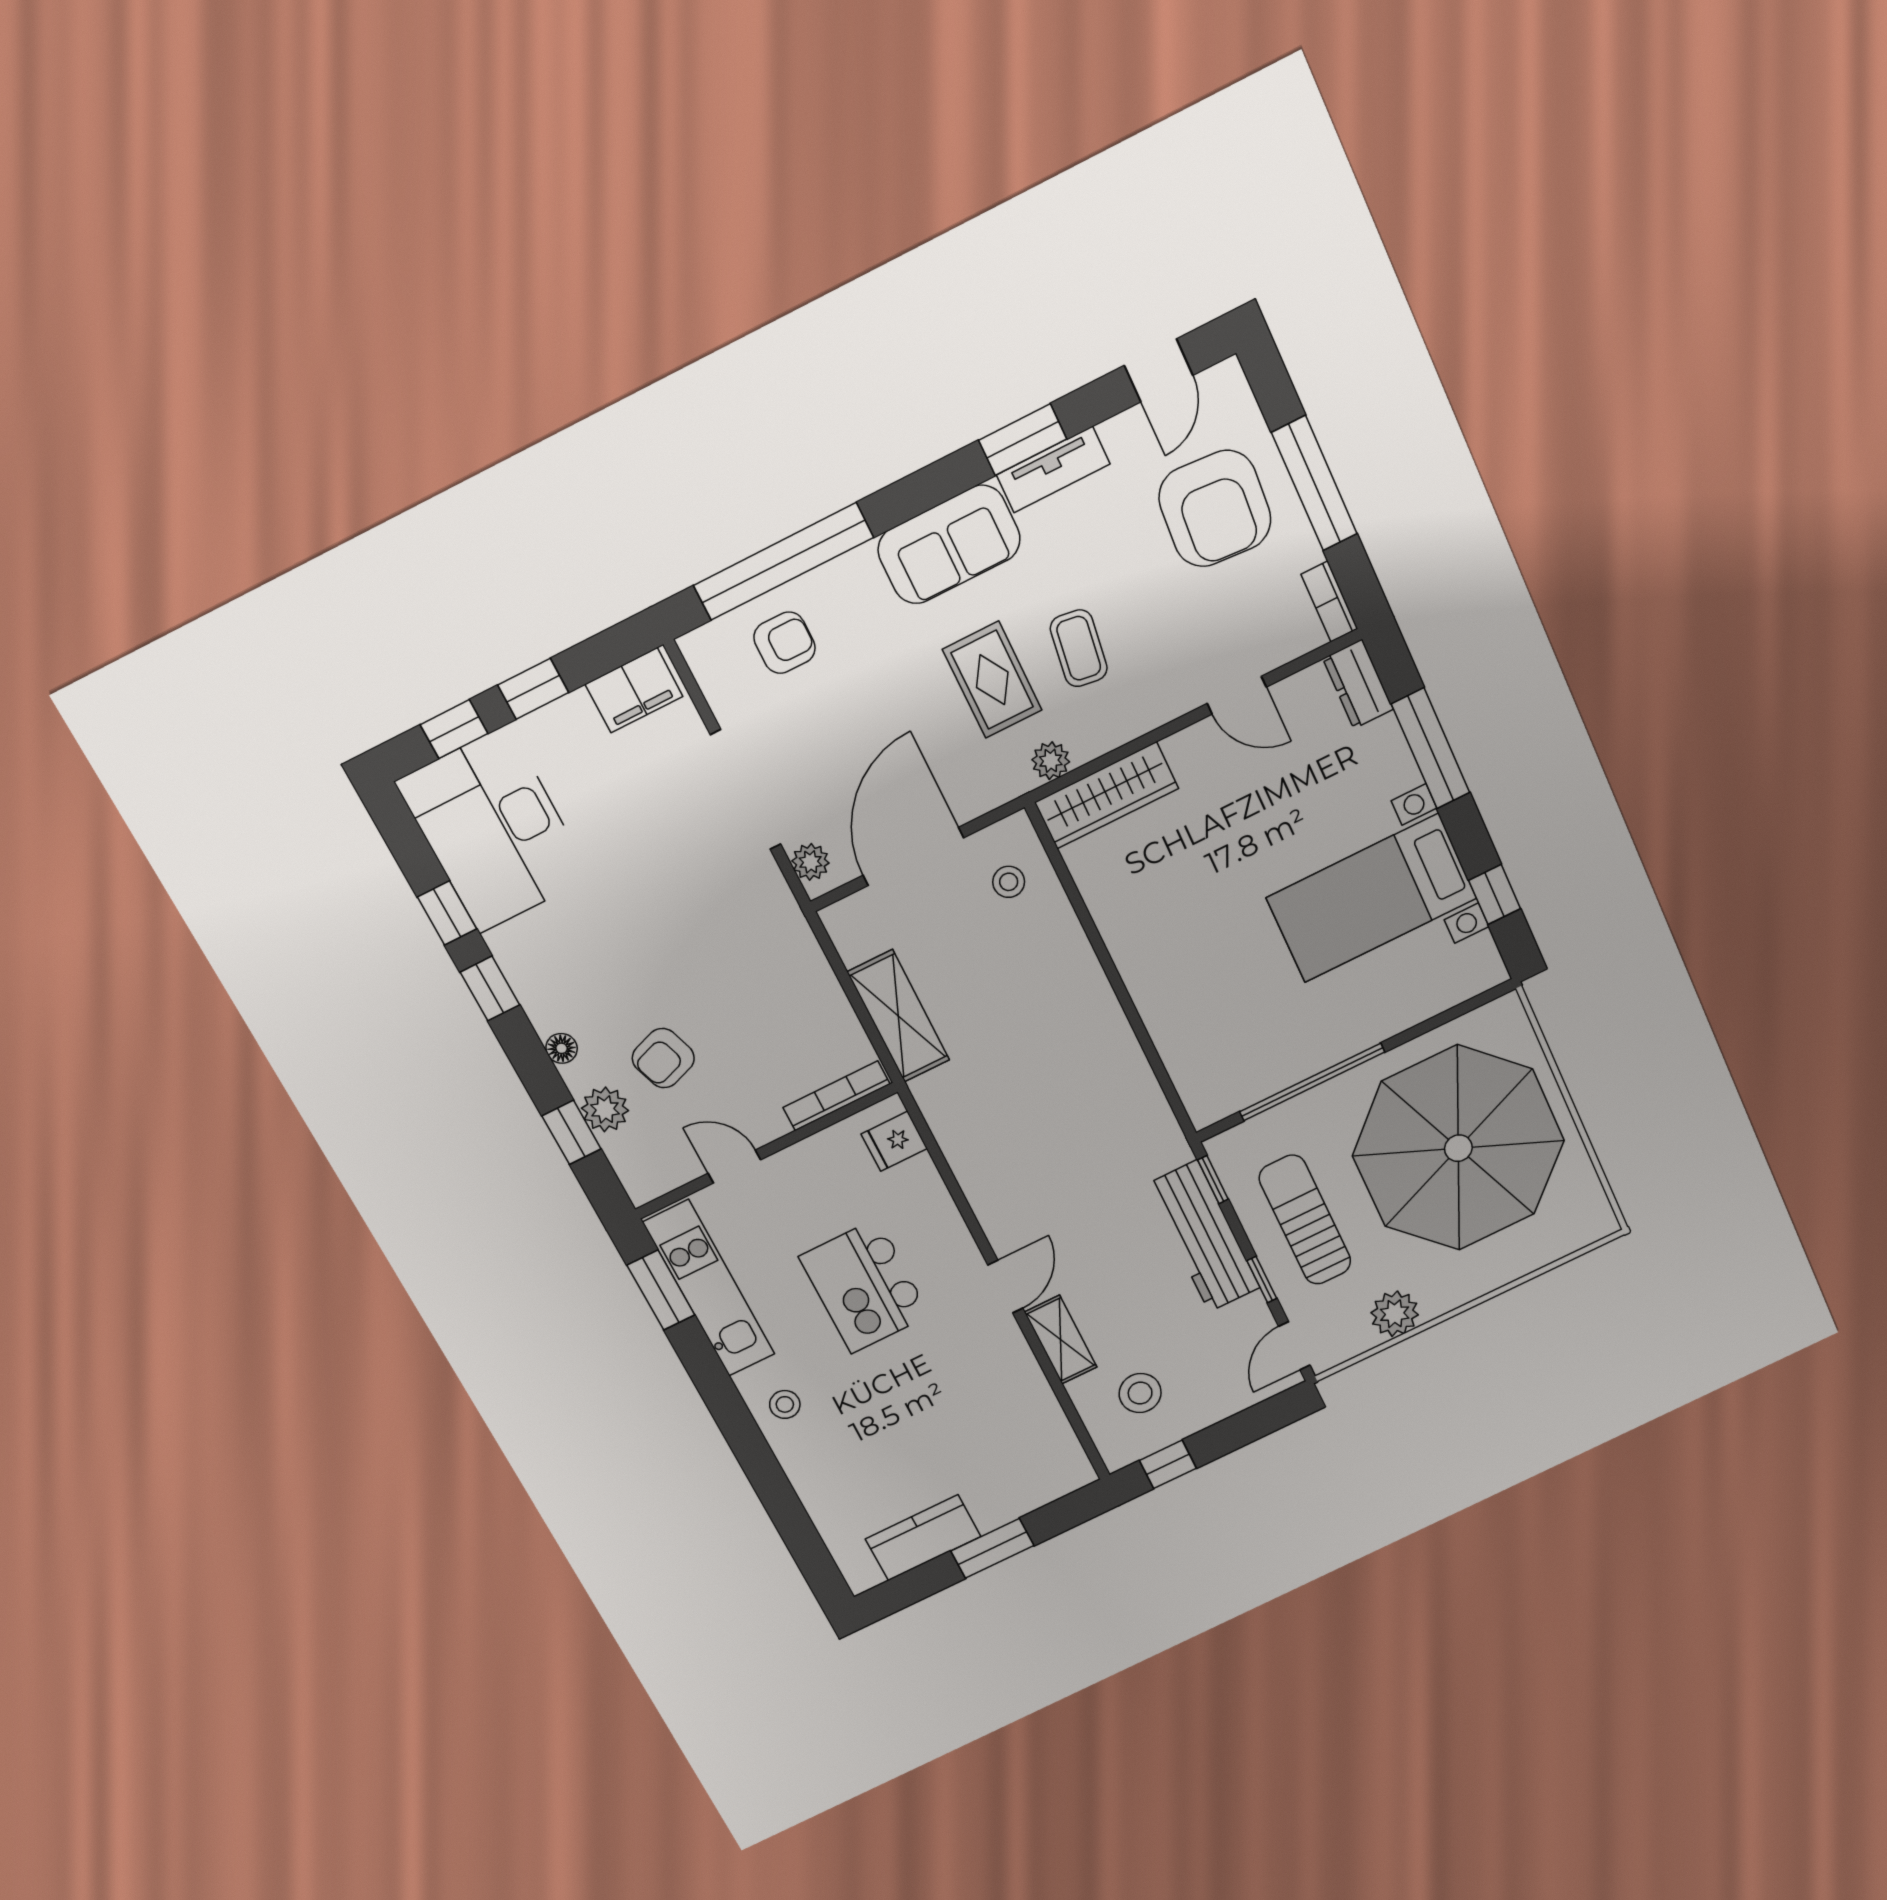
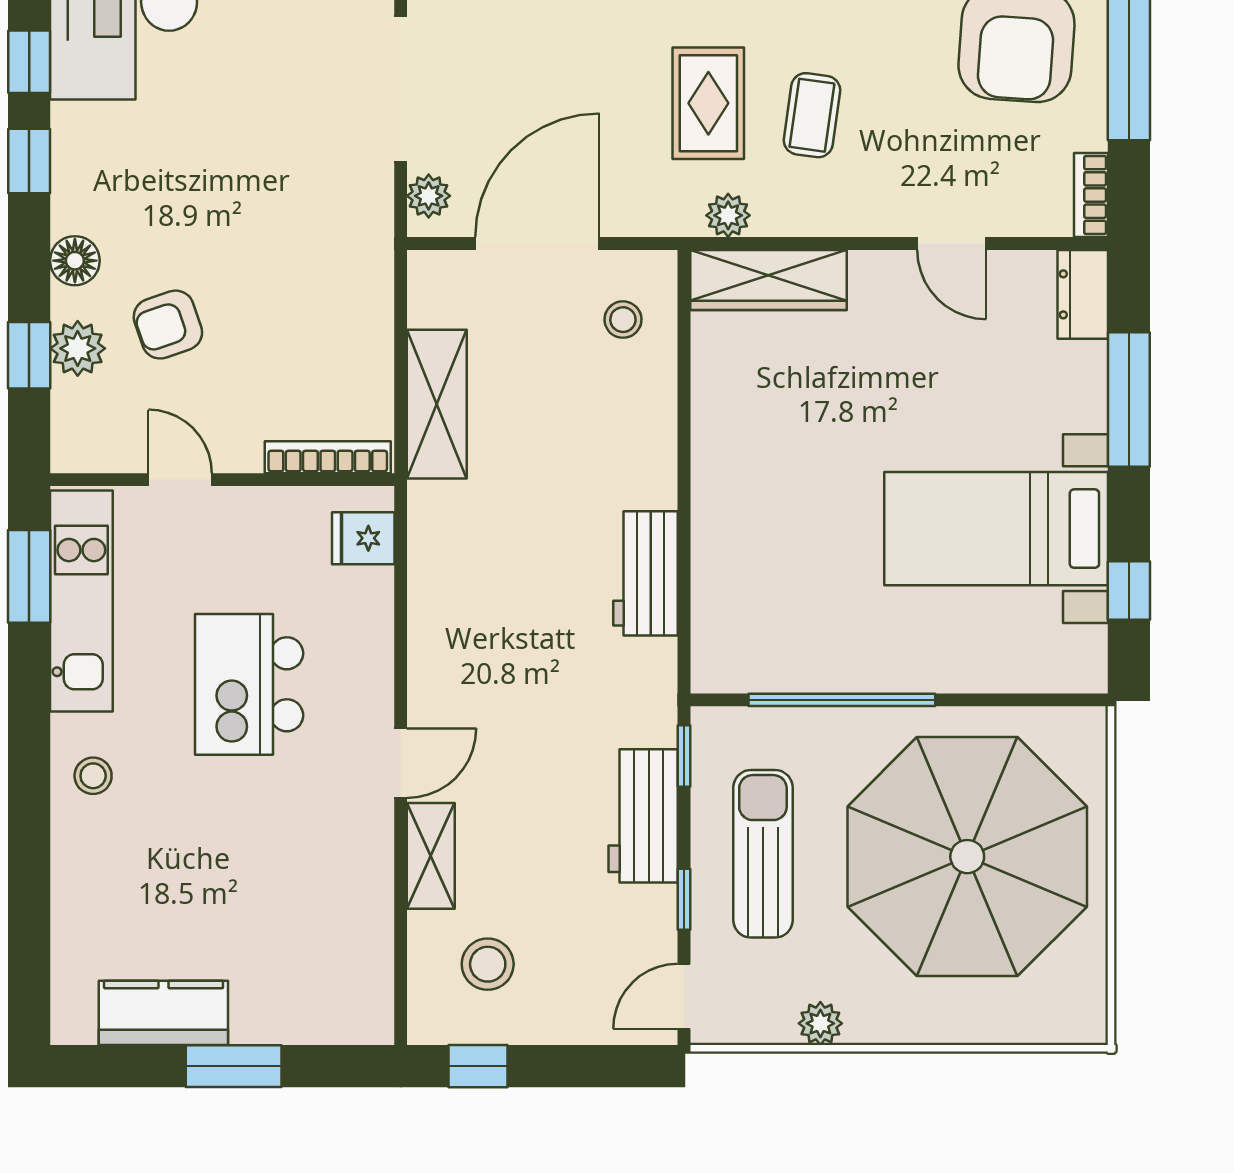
floor lamp: (562, 1048) -> (75, 261), width x1.37, depth x1.37
workbench: (1120, 1062) -> (646, 573), added
workbench: (1203, 1236) -> (643, 816), width x0.73
plant: (1395, 1314) -> (820, 1023), width x0.73, depth x0.73

